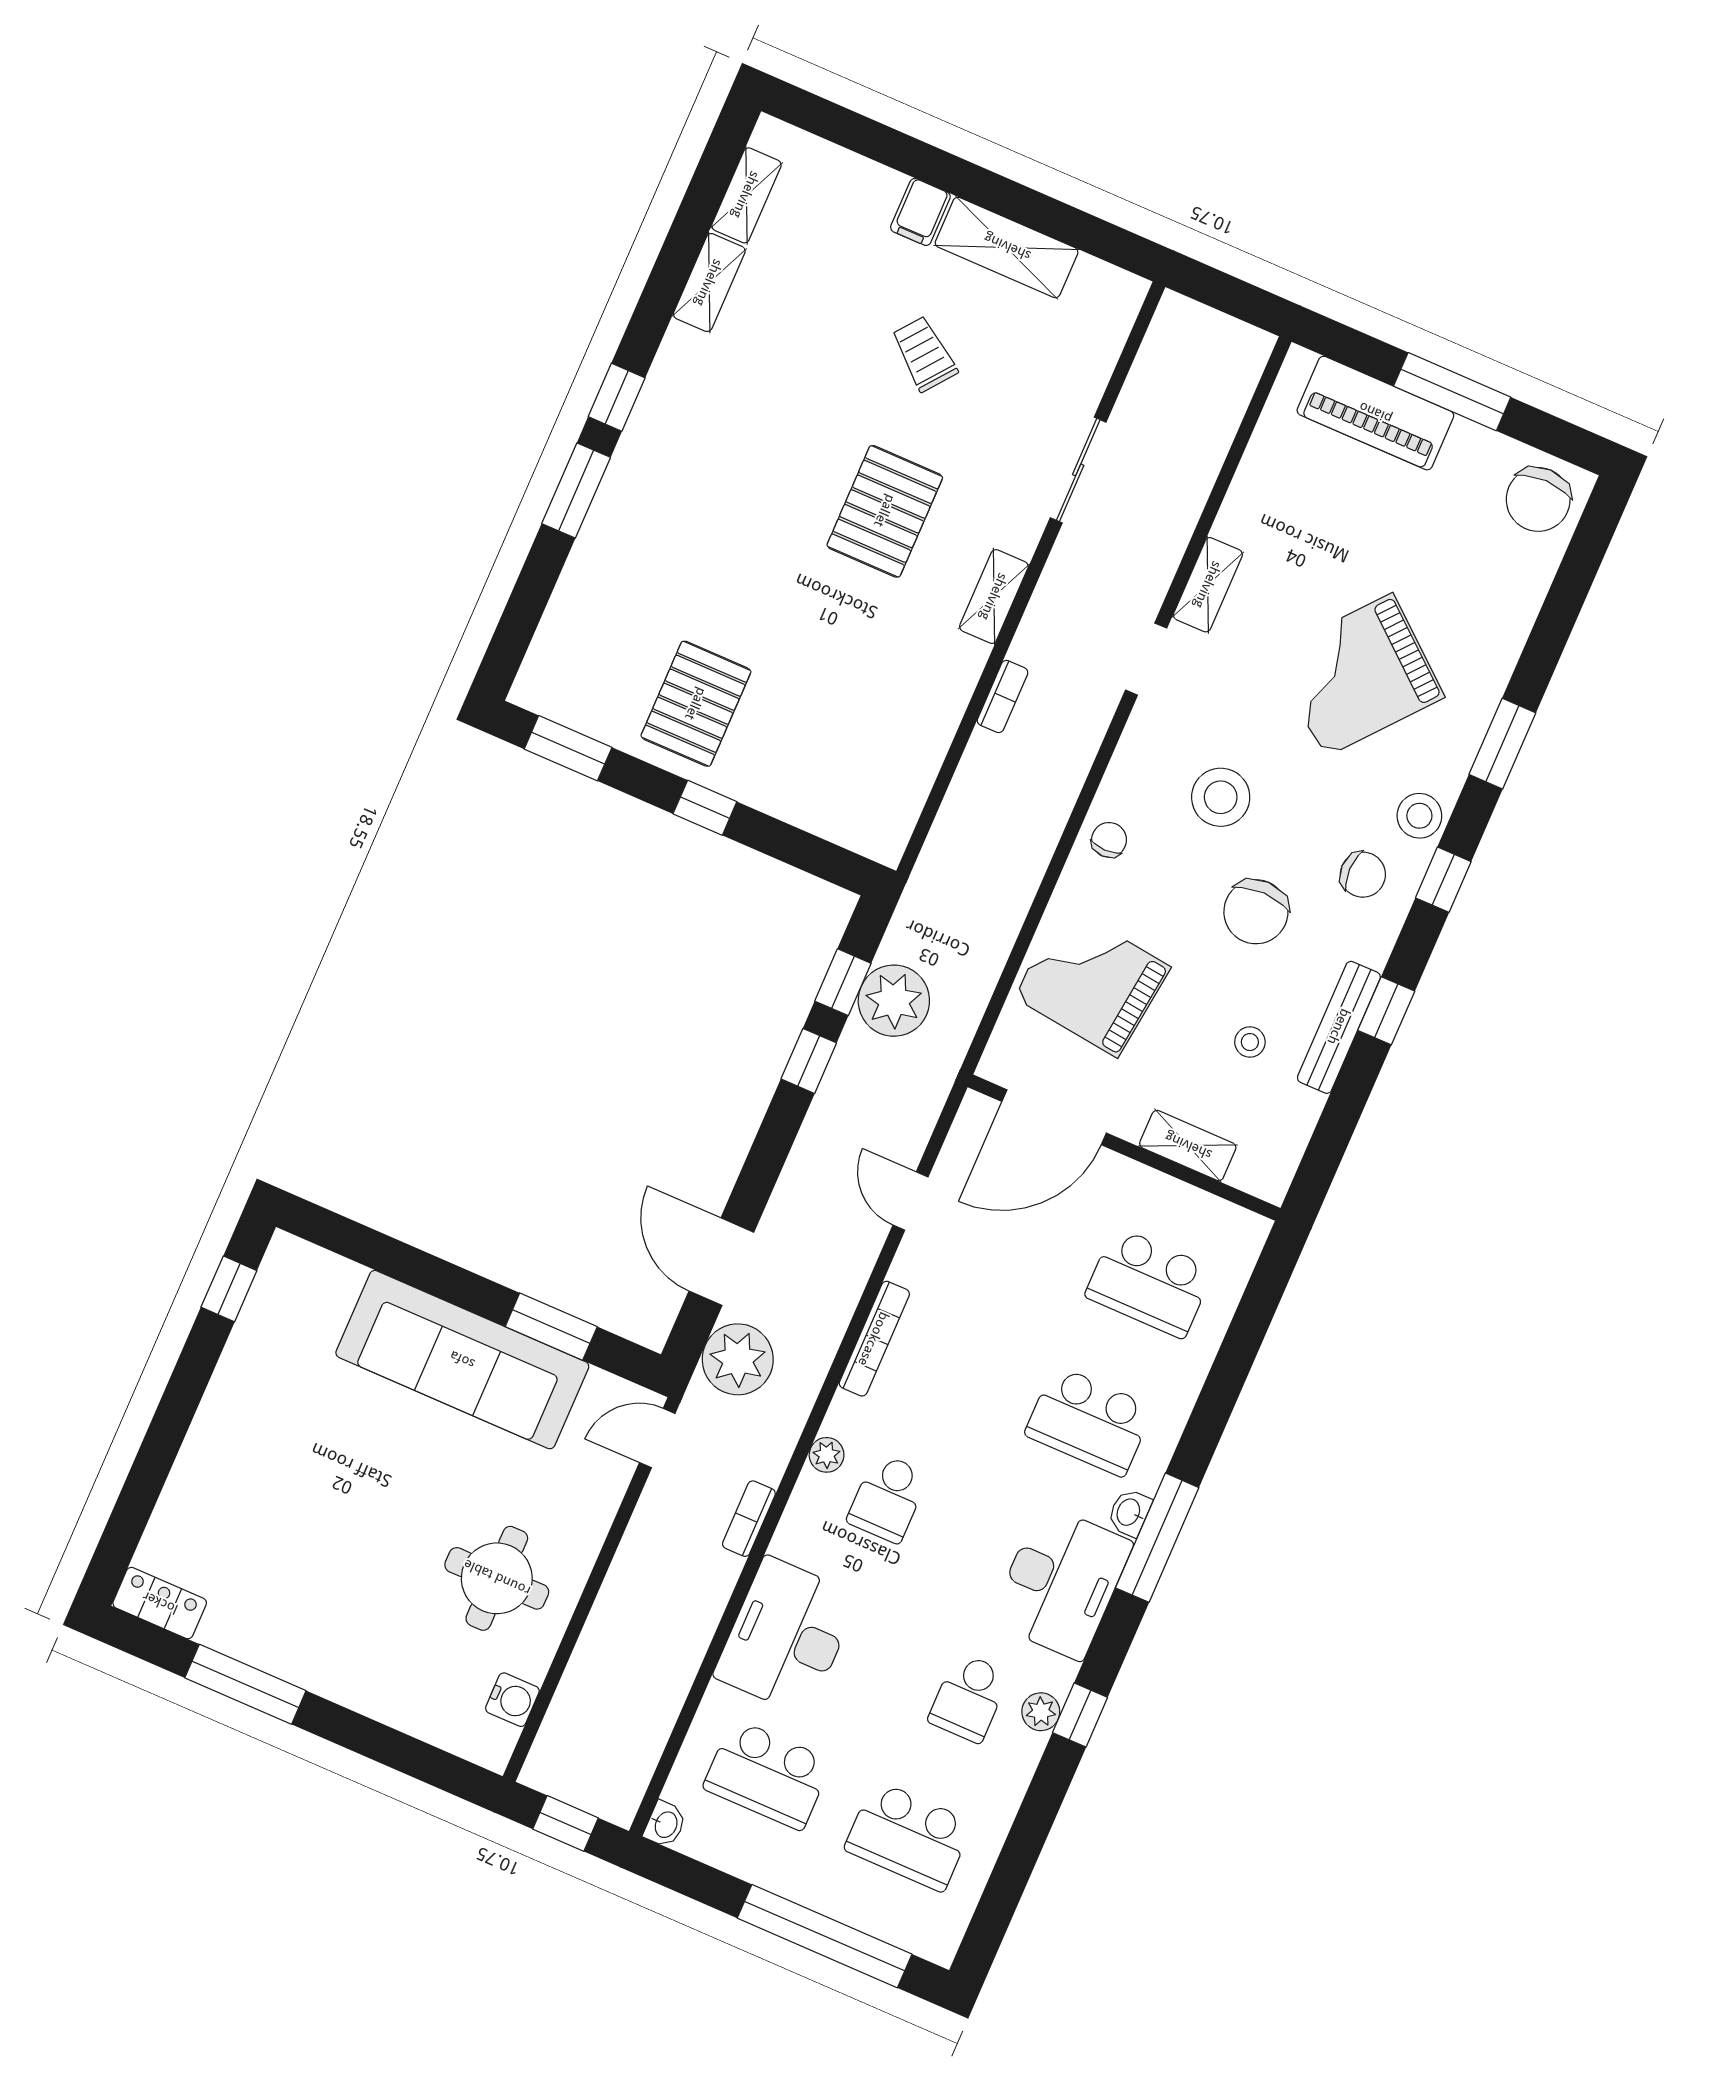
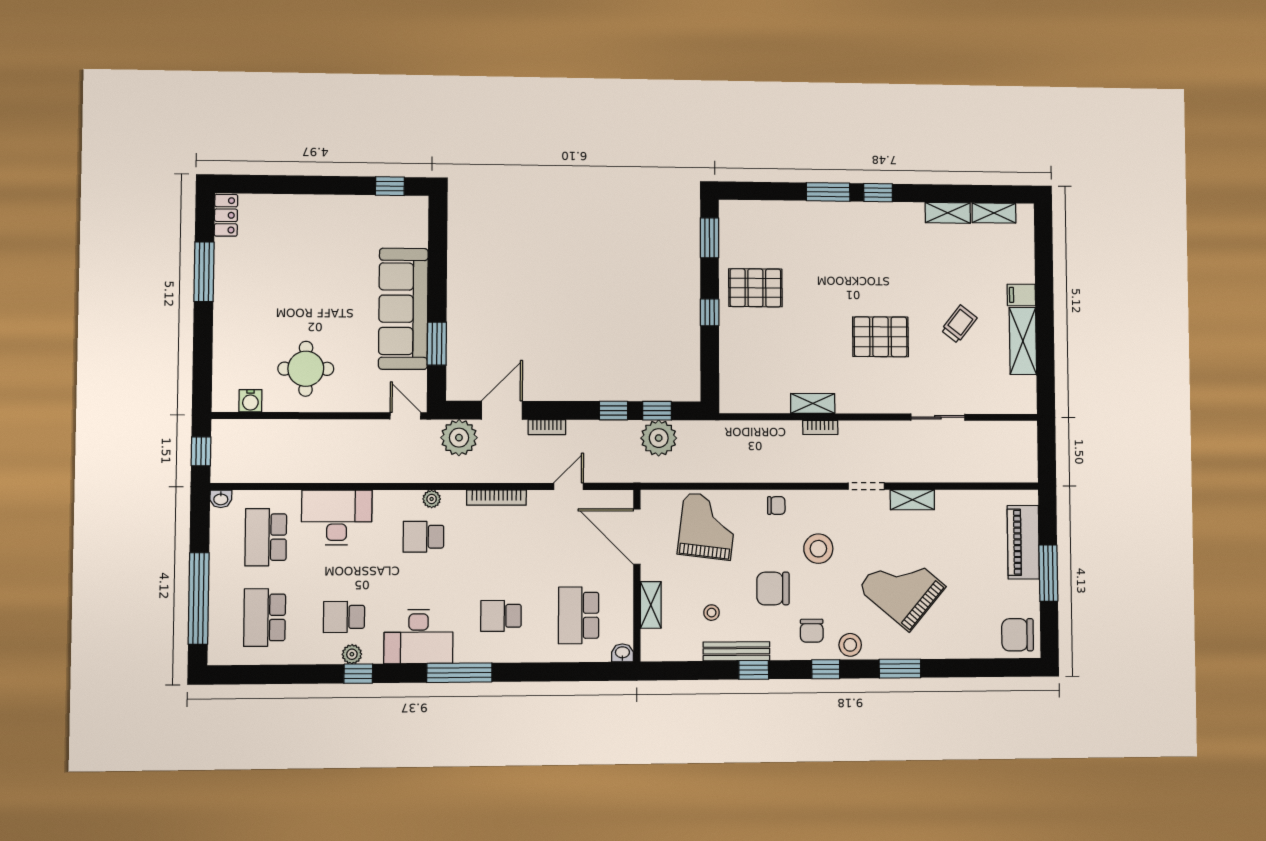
shelving: (994, 597) -> (813, 403), moved
school desk: (1089, 1421) -> (501, 616), width x0.54
washbasin: (1129, 1513) -> (622, 653), moved
bookcase: (749, 1519) -> (547, 427), moved, turned 180

